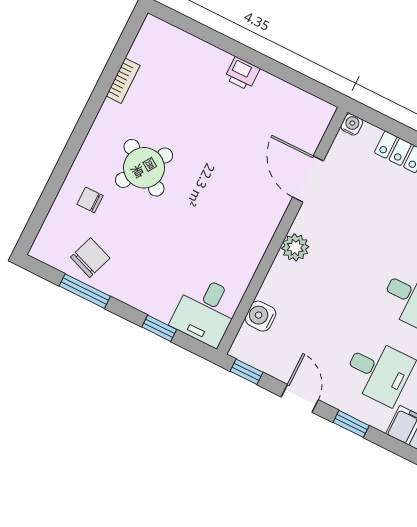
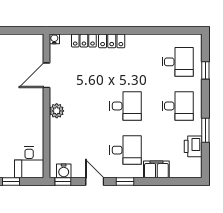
door: (308, 179) -> (46, 75), hinge flipped
water cooler: (260, 316) -> (64, 171), moved, turned -90

